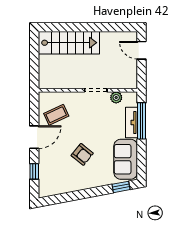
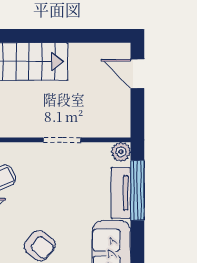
plant: (116, 98) -> (121, 152), moved

